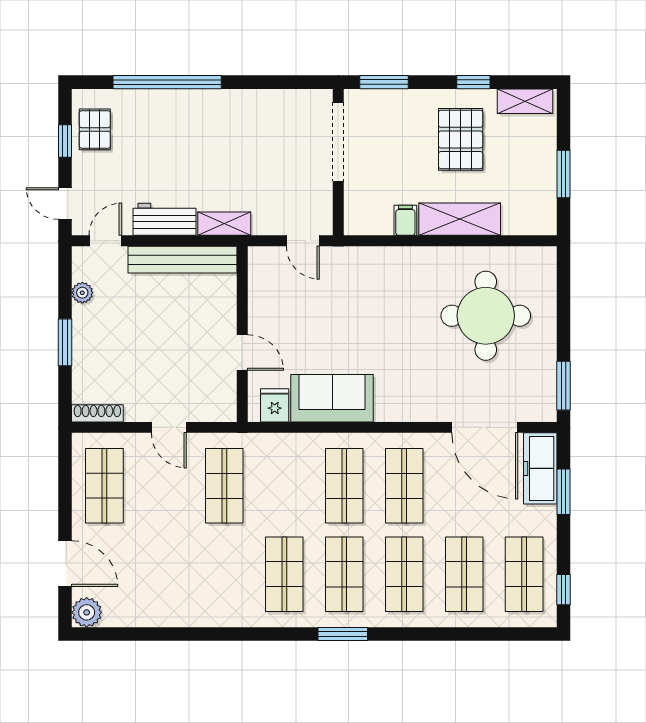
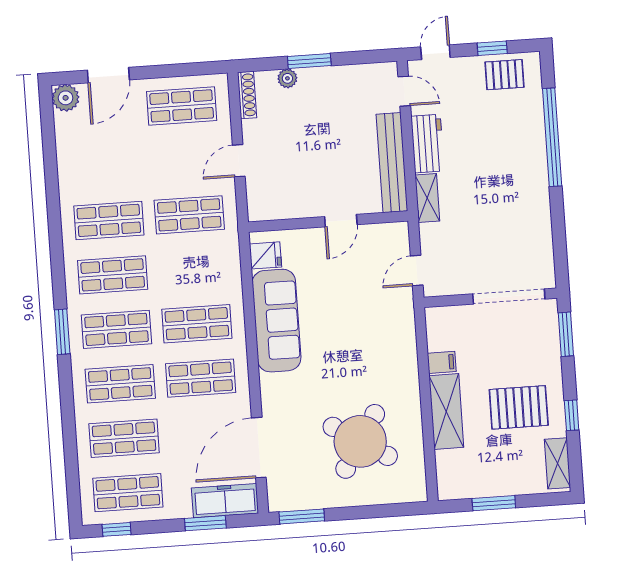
plant: (82, 293) -> (287, 78), moved
round table: (486, 316) -> (360, 441), turned 32
door: (242, 353) -> (341, 221), moved
sofa: (332, 398) -> (276, 321), width x1.36
shop shelf: (224, 574) -> (109, 220), added

